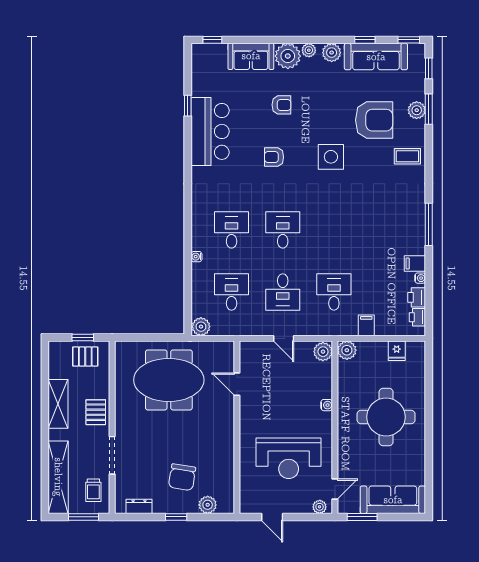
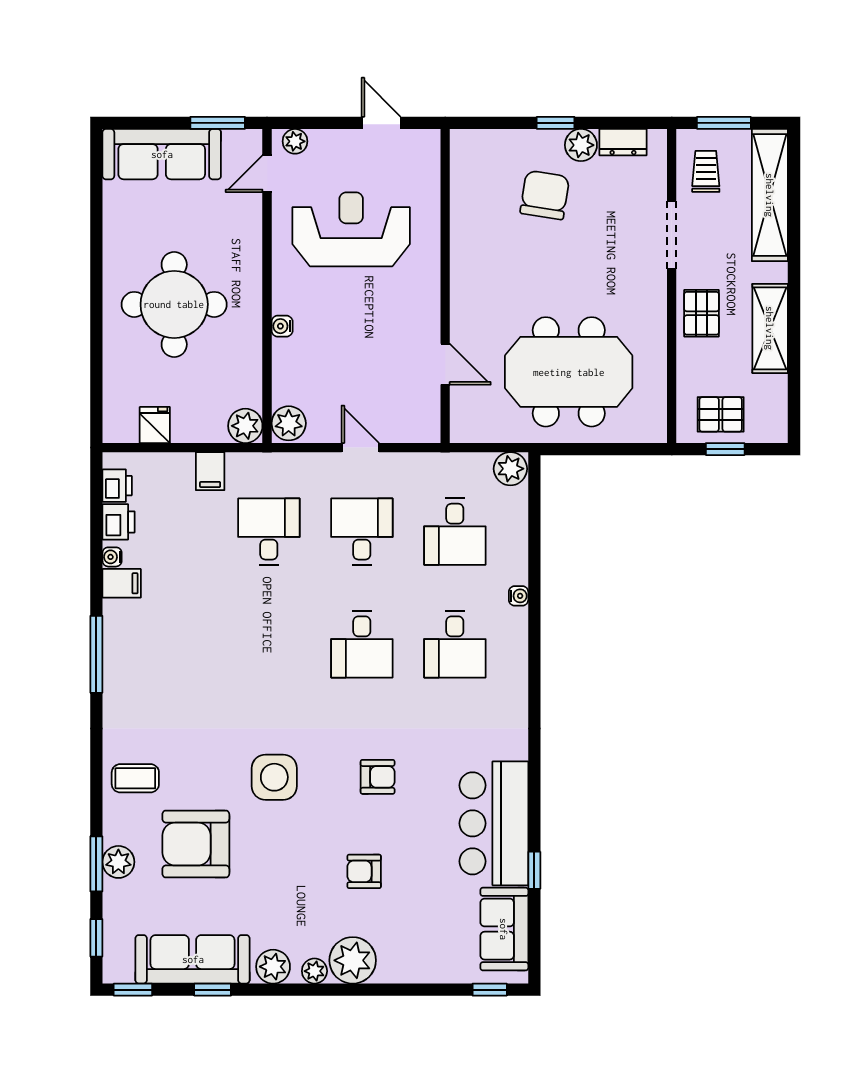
sofa: (251, 56) -> (504, 929), moved, turned -90
desk: (334, 292) -> (269, 532), turned 180
plant: (208, 505) -> (581, 145), moved

